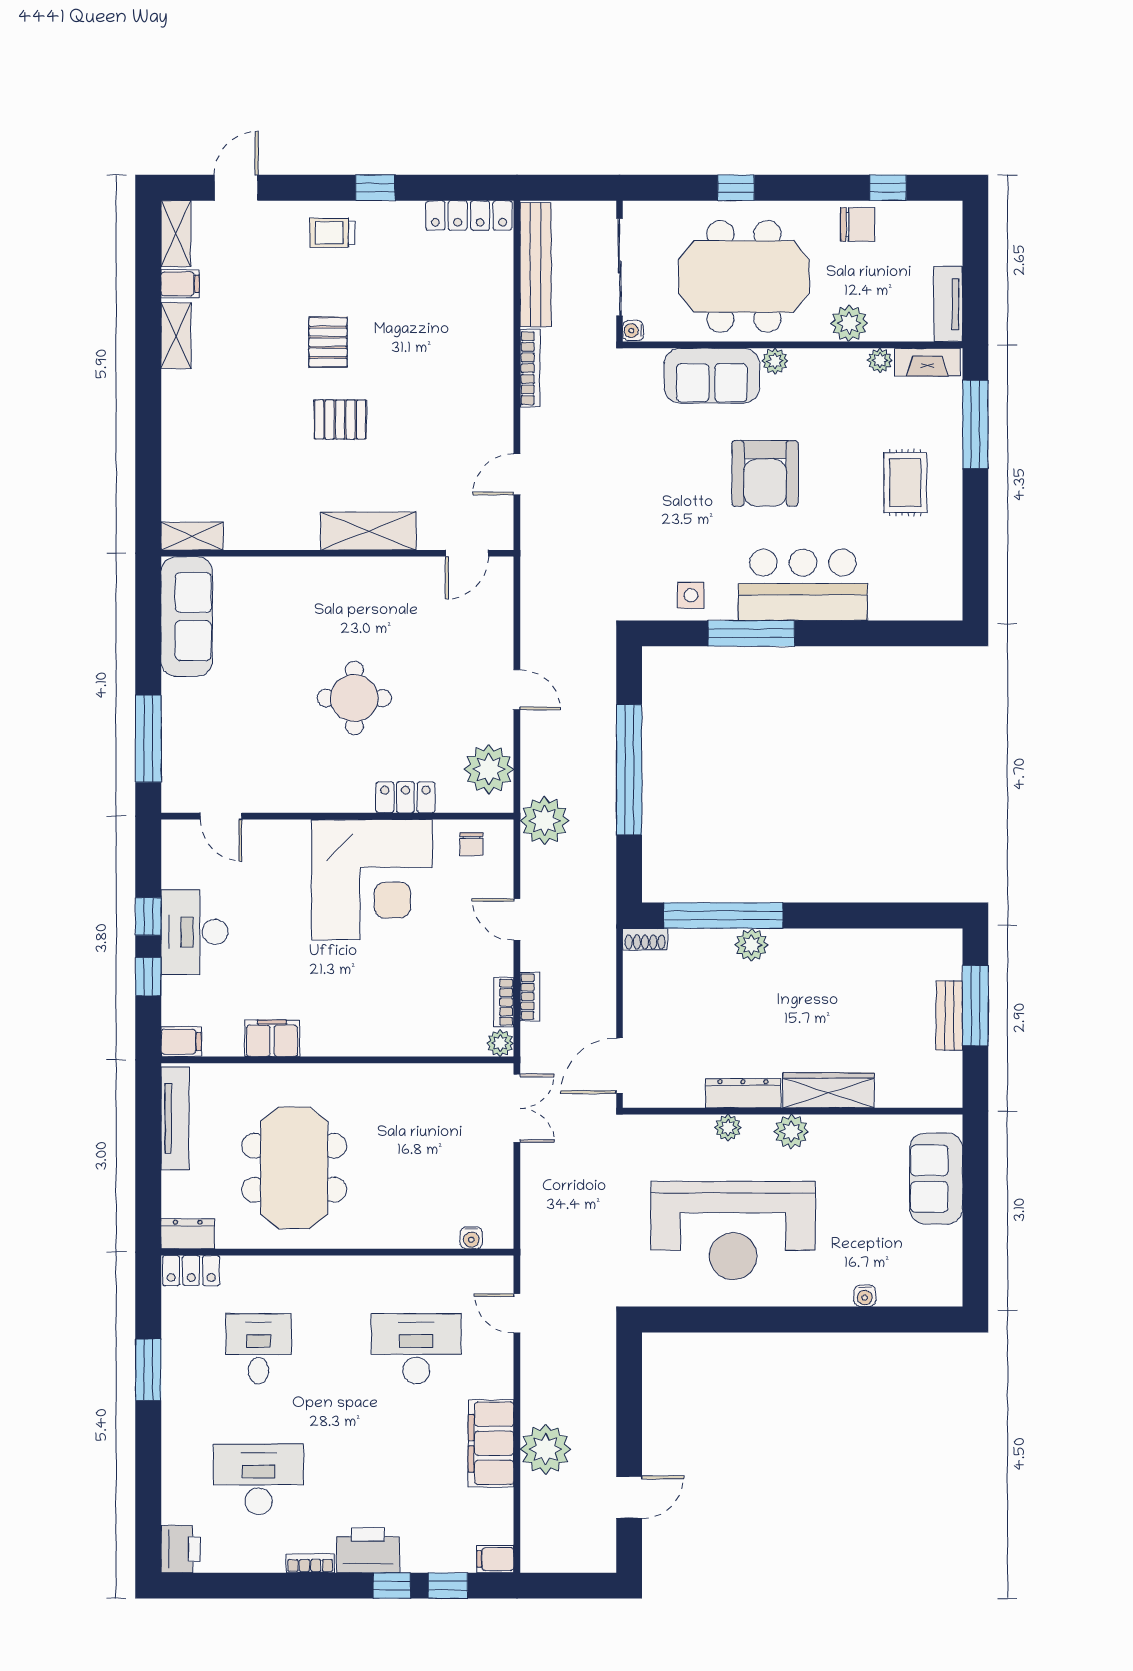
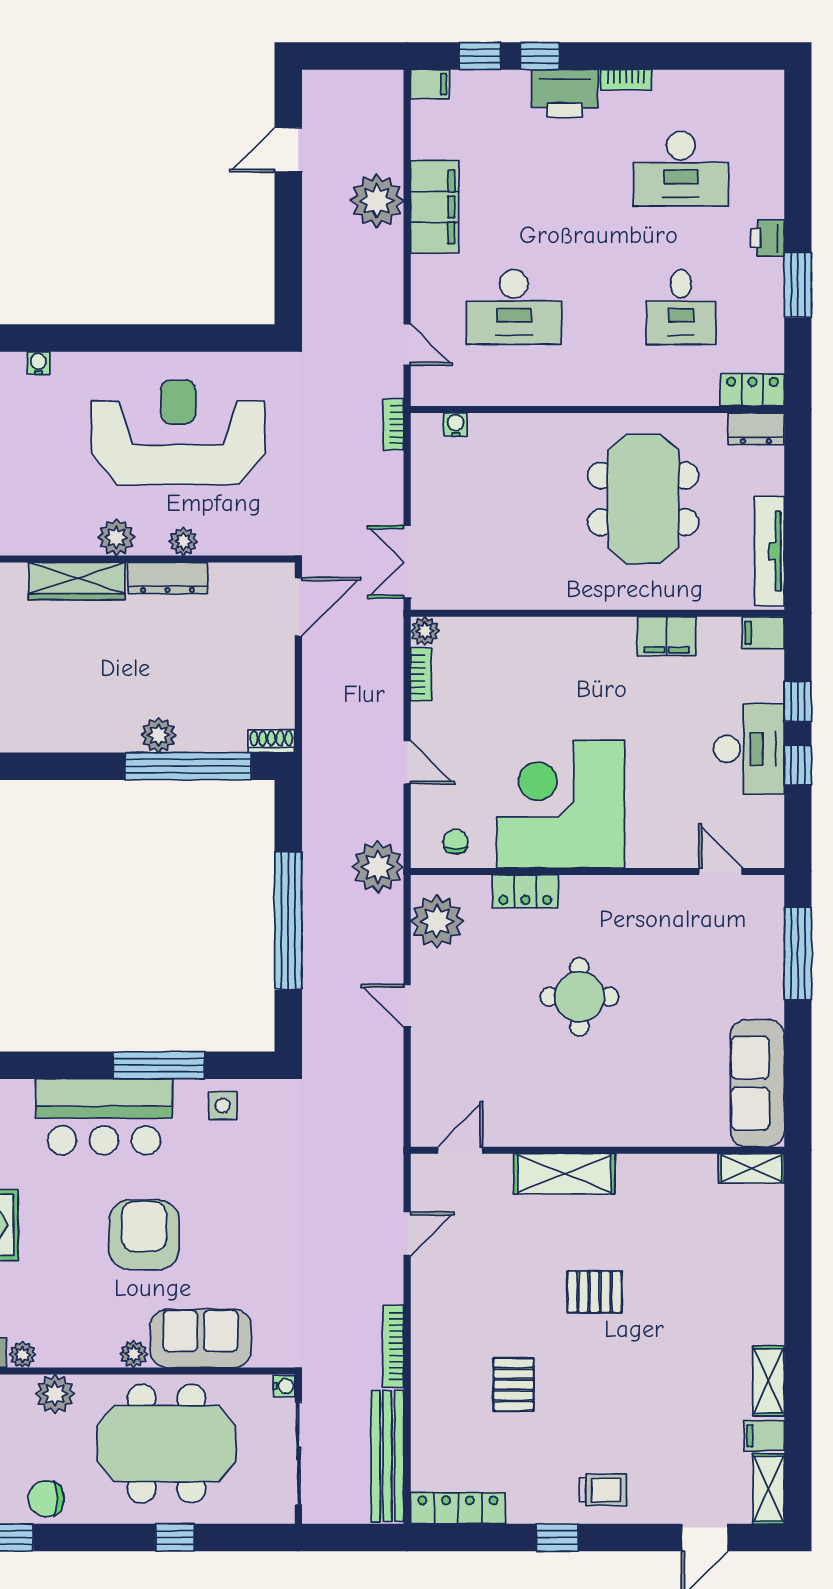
pallet: (328, 342) -> (514, 1385), moved
bookcase: (530, 997) -> (393, 425), moved
printer: (181, 1549) -> (768, 238), moved, width x0.73, depth x0.81

